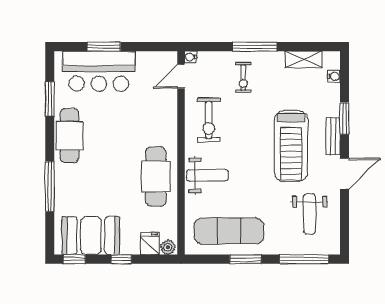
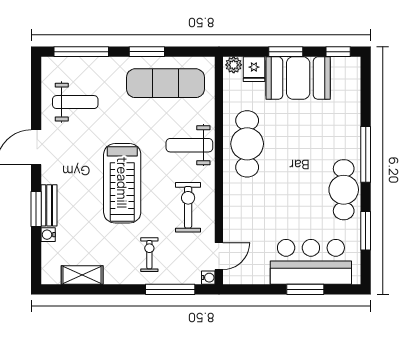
window: (255, 47) -> (170, 289), moved
water cooler: (334, 76) -> (48, 235), moved
bench: (333, 136) -> (49, 205), moved
treadmill: (291, 146) -> (122, 183), moved, turned 180
window: (50, 186) -> (366, 154), moved
weight bench: (310, 214) -> (75, 102), turned 90
booth: (91, 236) -> (298, 78), moved
window: (121, 259) -> (286, 52), width x1.50

